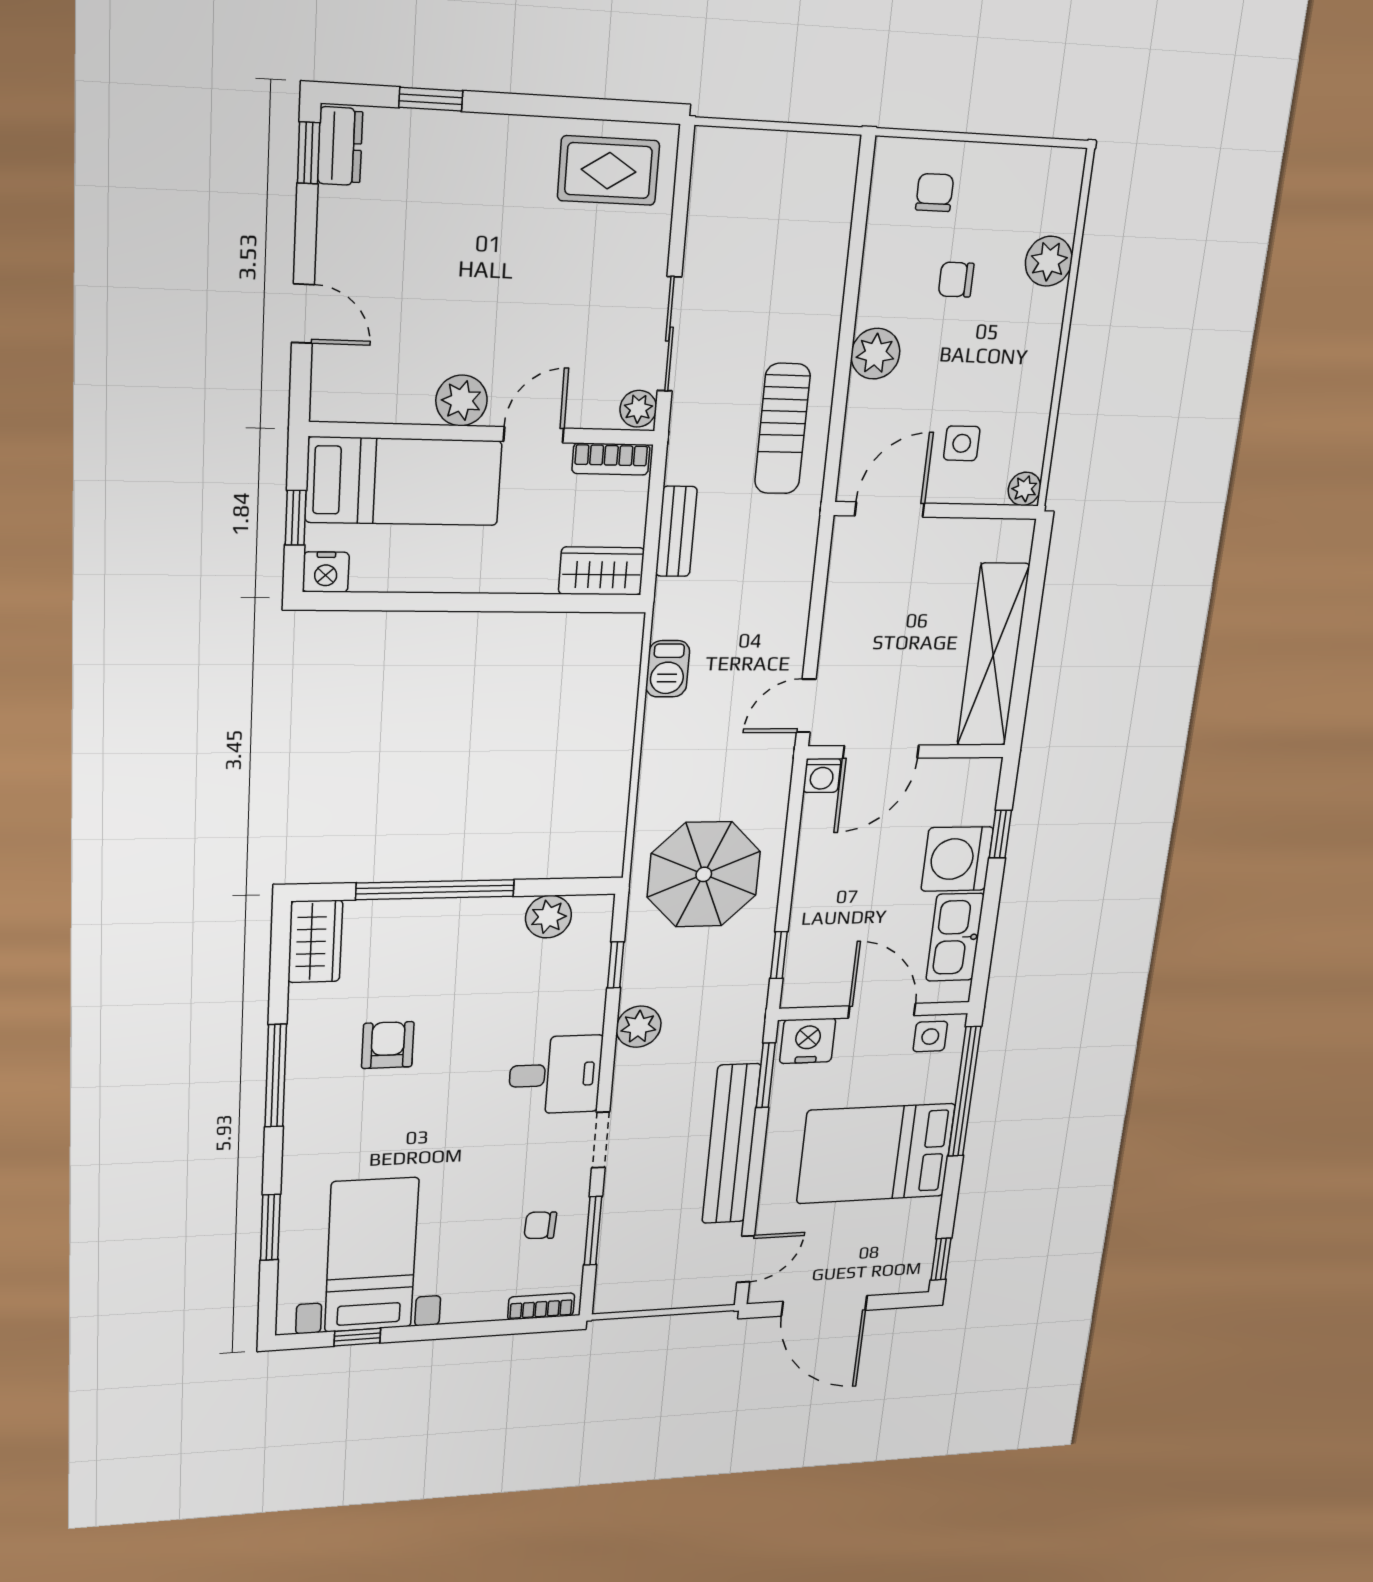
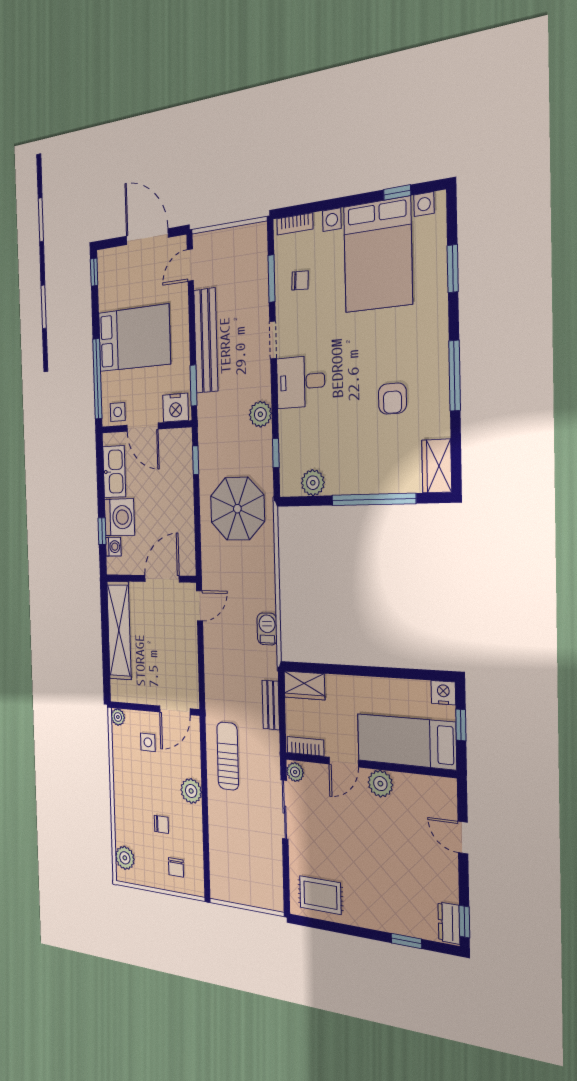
plant: (1049, 261) -> (125, 858), moved
washing machine: (822, 775) -> (113, 547), moved, turned 90
bed with nightstands: (372, 1255) -> (378, 255), width x1.36

